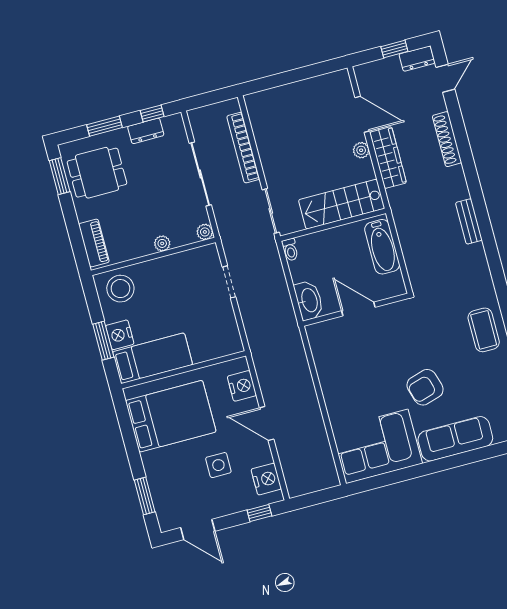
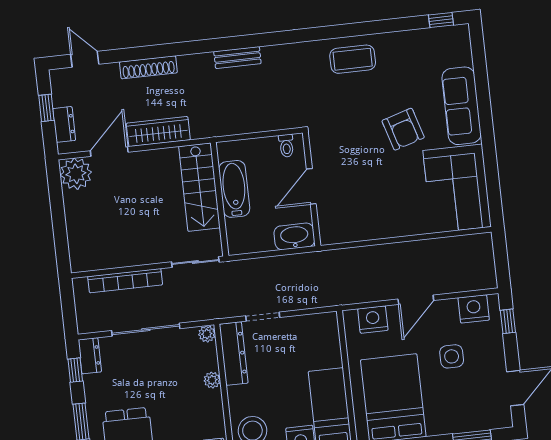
dresser: (417, 59) -> (64, 124), moved
dresser: (146, 131) -> (90, 356), moved
plant: (361, 150) -> (76, 174), moved, width x1.88, depth x1.88
bathtub: (382, 247) -> (234, 189), moved, turned -90
toilet: (290, 250) -> (286, 146), moved, turned 90
dresser: (190, 260) -> (234, 354), added

